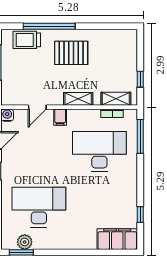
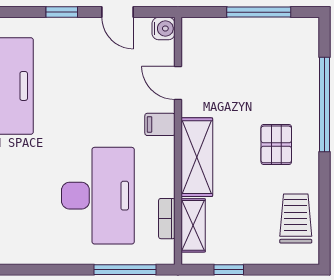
trolley: (27, 40) -> (296, 219), moved
pallet: (71, 53) -> (276, 144), width x0.67, depth x0.71
shelving: (78, 99) -> (197, 157), width x1.50, depth x1.33

